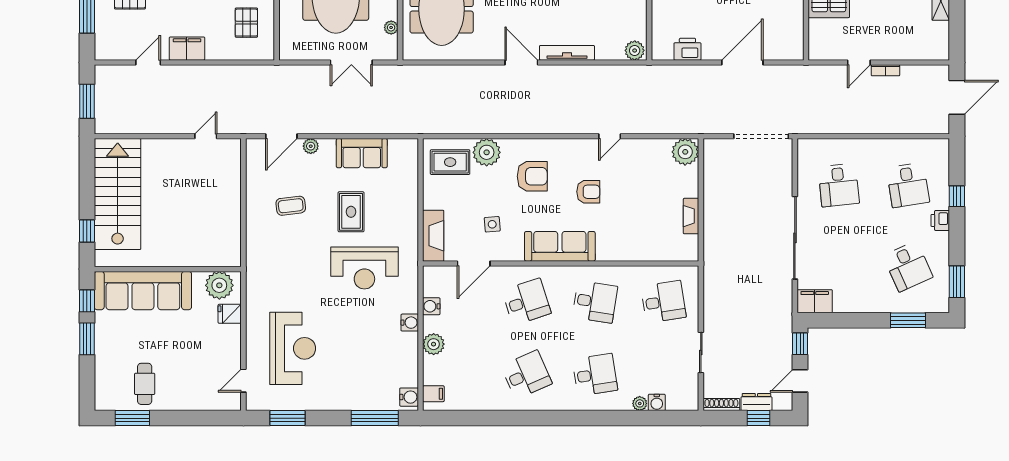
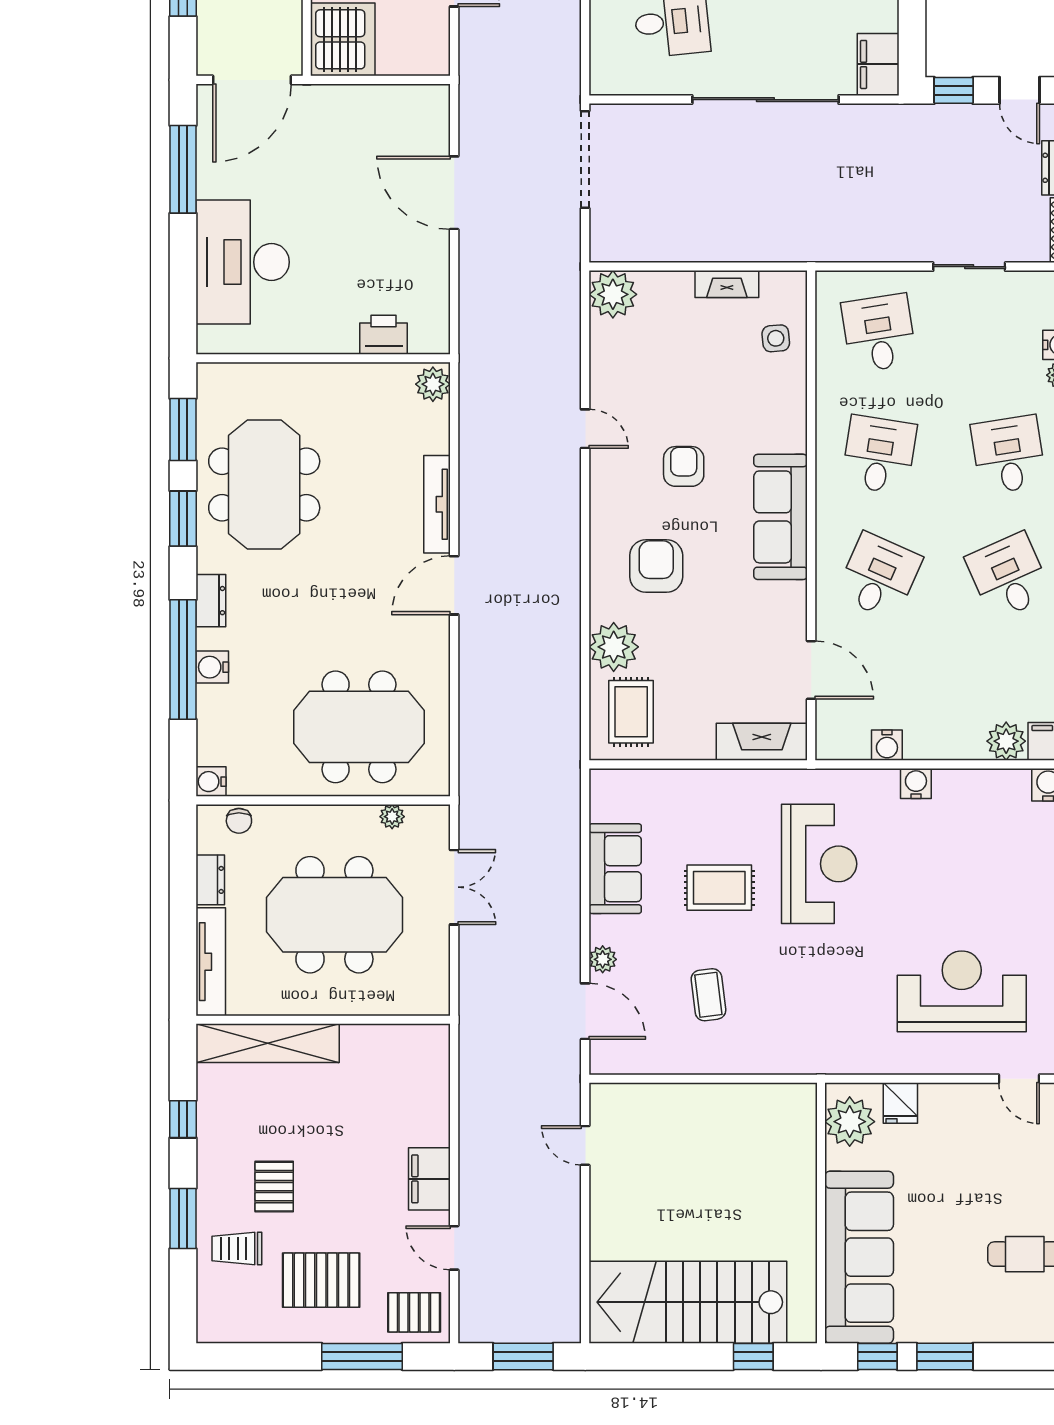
pallet: (246, 23) -> (414, 1312), moved
printer: (687, 49) -> (384, 335), moved, turned 90
side table: (492, 224) -> (776, 338), moved
desk: (526, 302) -> (879, 576), turned 42
plant: (434, 344) -> (1006, 741), moved

